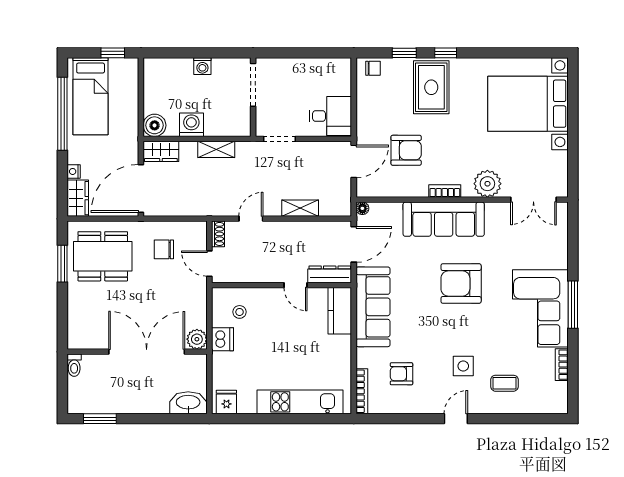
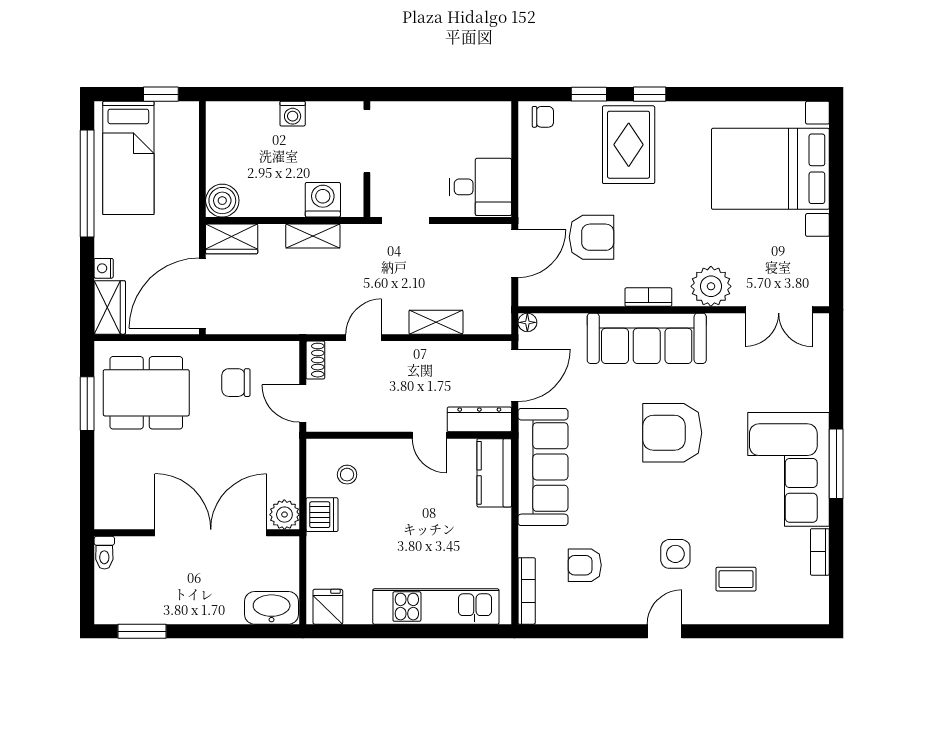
washing machine: (191, 125) -> (323, 200), moved

